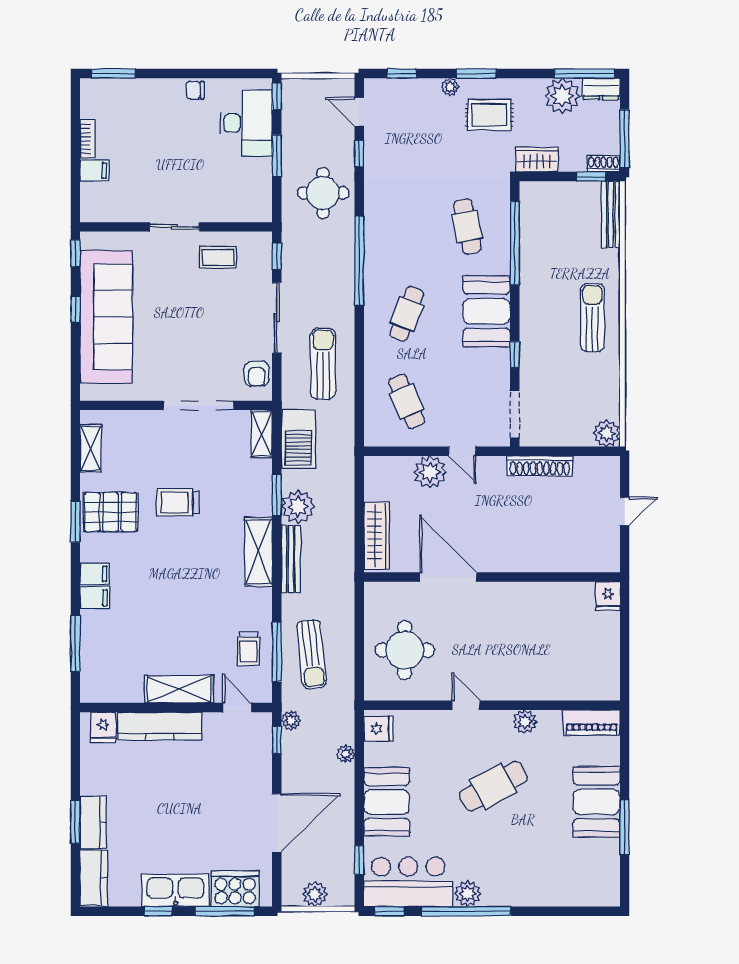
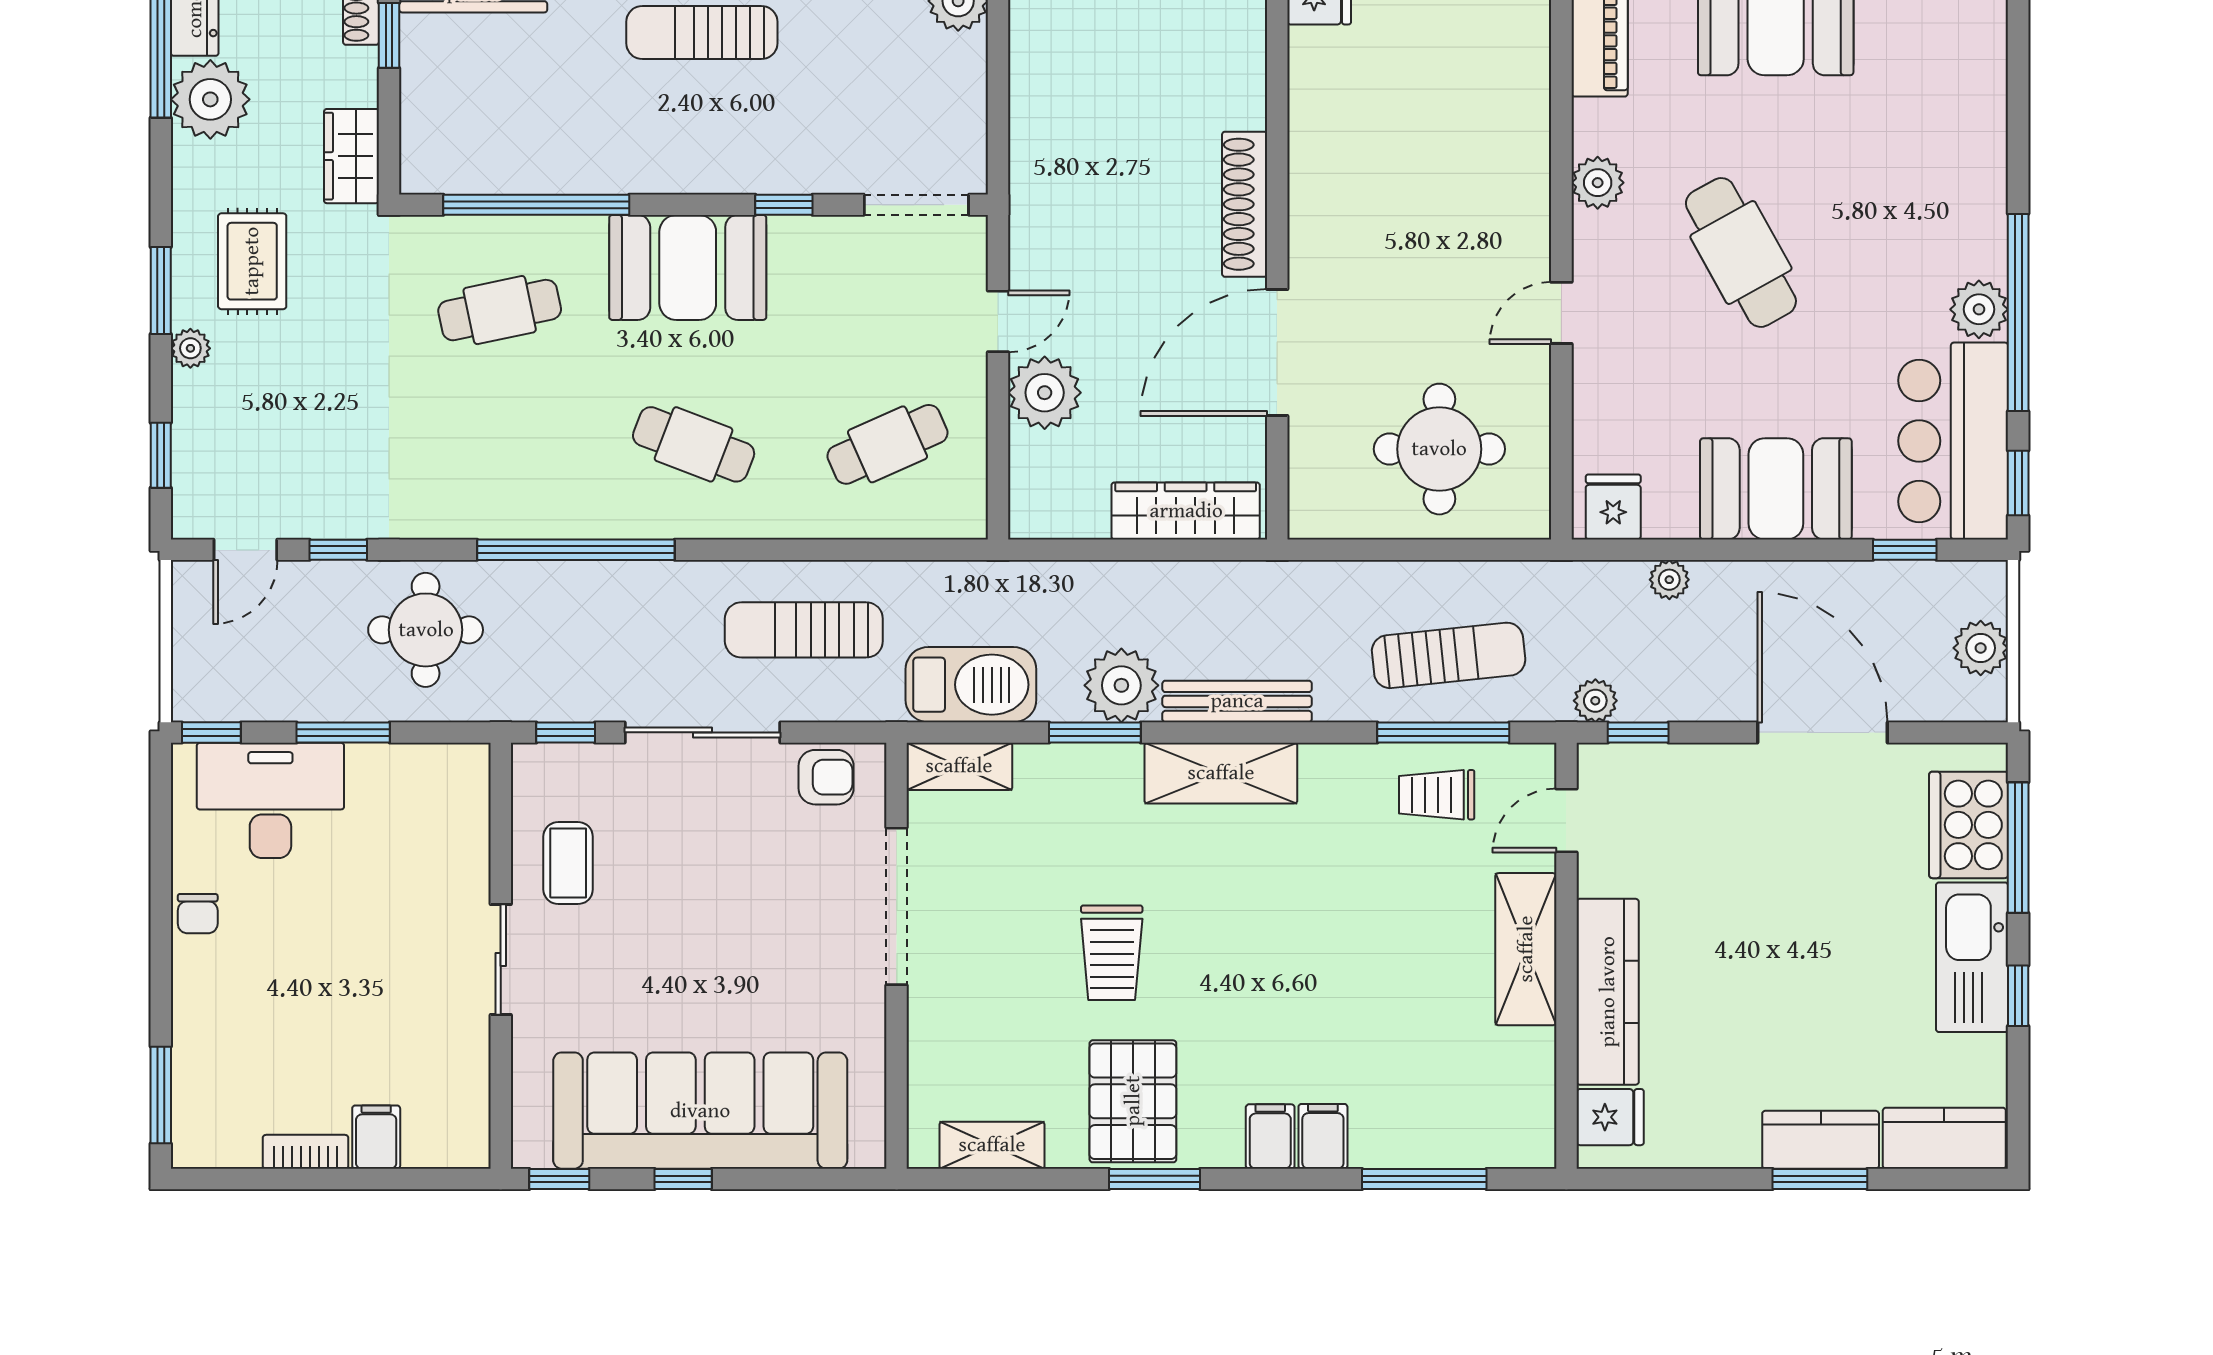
shoe rack: (540, 466) -> (1245, 204), moved, turned 180
trolley: (249, 649) -> (1437, 795), turned 180

